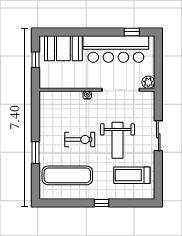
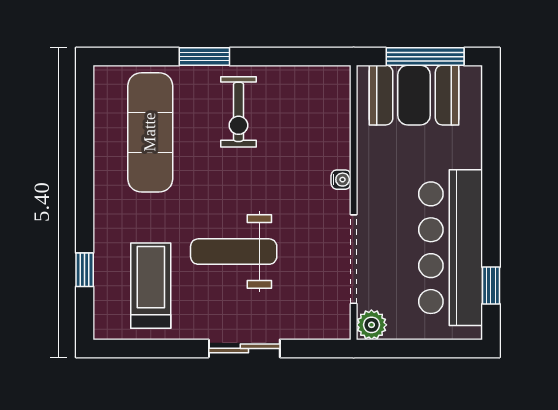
booth: (63, 48) -> (414, 95), moved, turned 90
window: (35, 60) -> (425, 57), width x2.17
exercise bike: (80, 139) -> (238, 112), moved
window: (102, 203) -> (85, 270), moved

